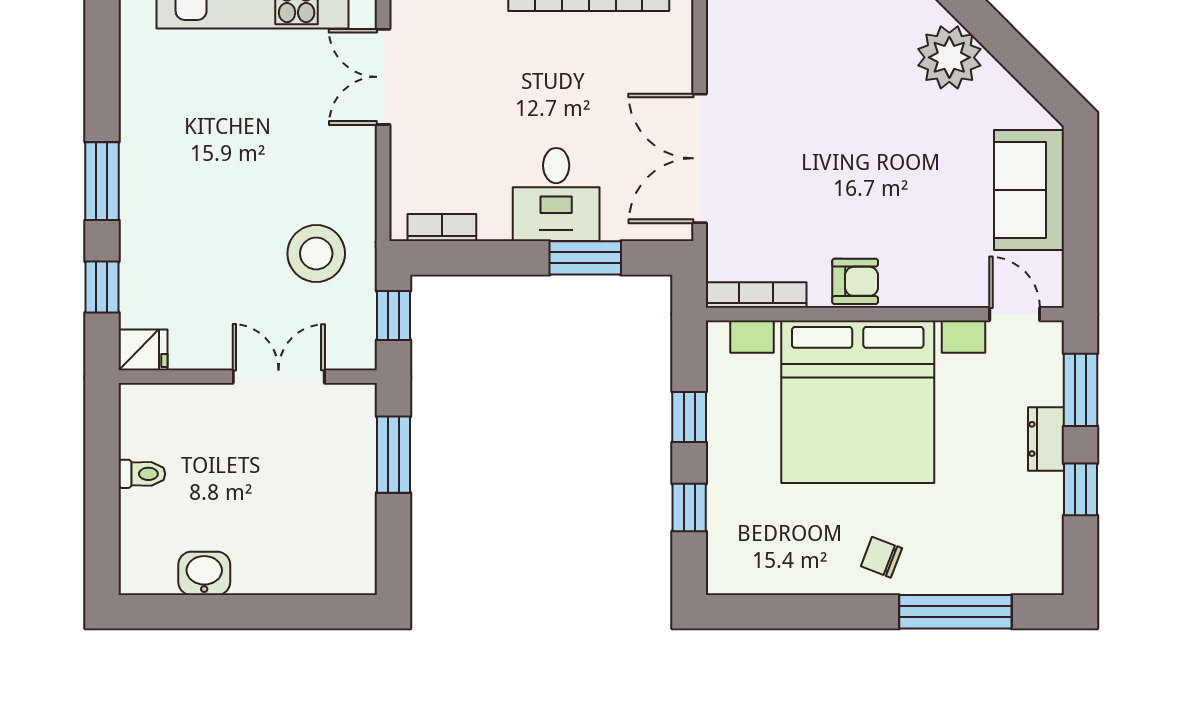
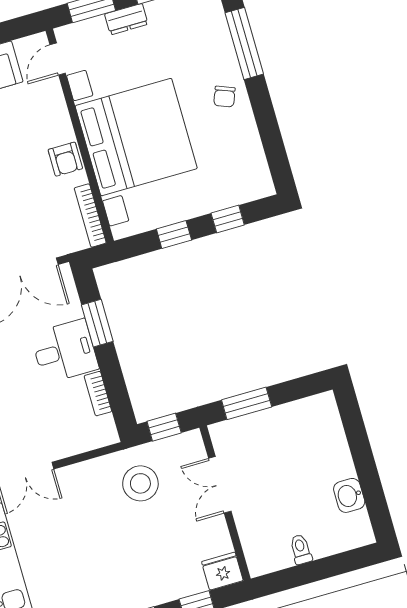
bookcase: (442, 227) -> (98, 394), moved
armchair: (855, 281) -> (65, 159), turned 180
fridge: (143, 350) -> (222, 571), width x1.38

